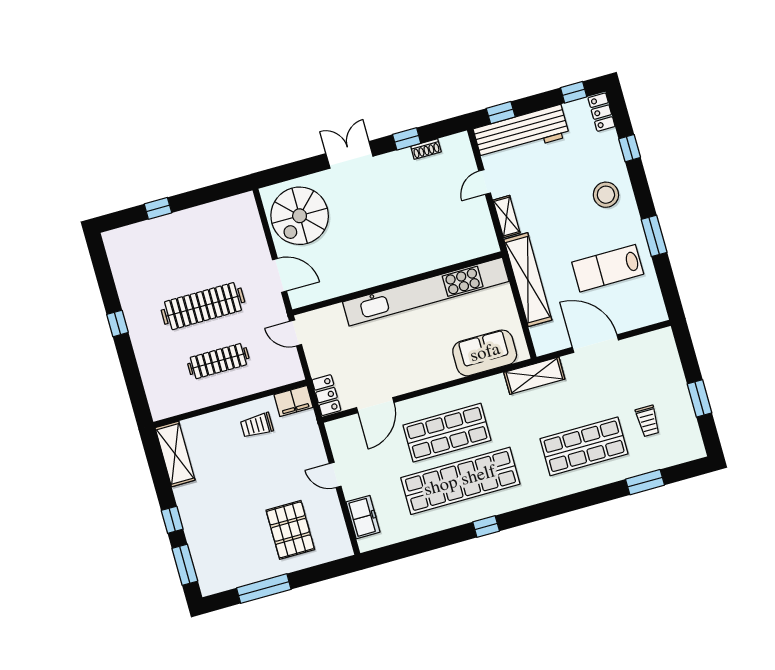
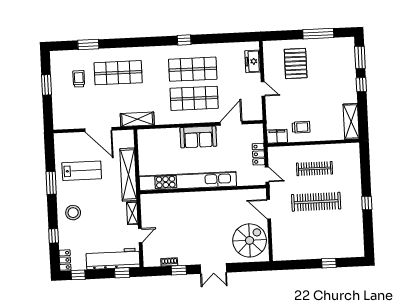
sofa: (485, 353) -> (198, 137), moved
locker: (326, 395) -> (259, 154), moved
shop shelf: (460, 481) -> (193, 69), width x0.71

